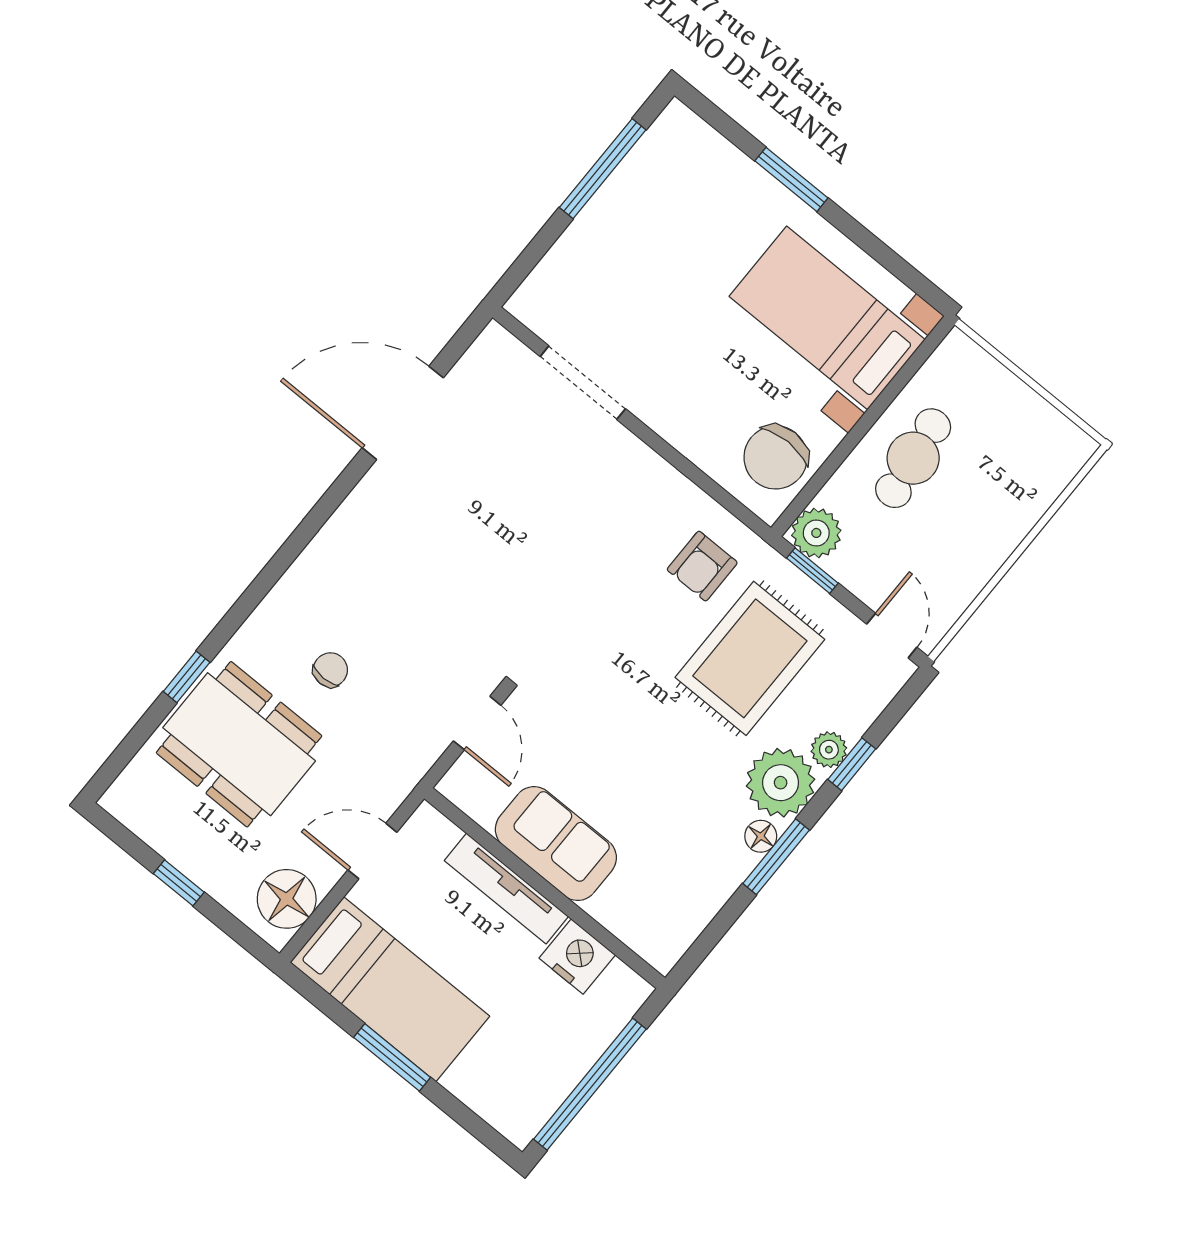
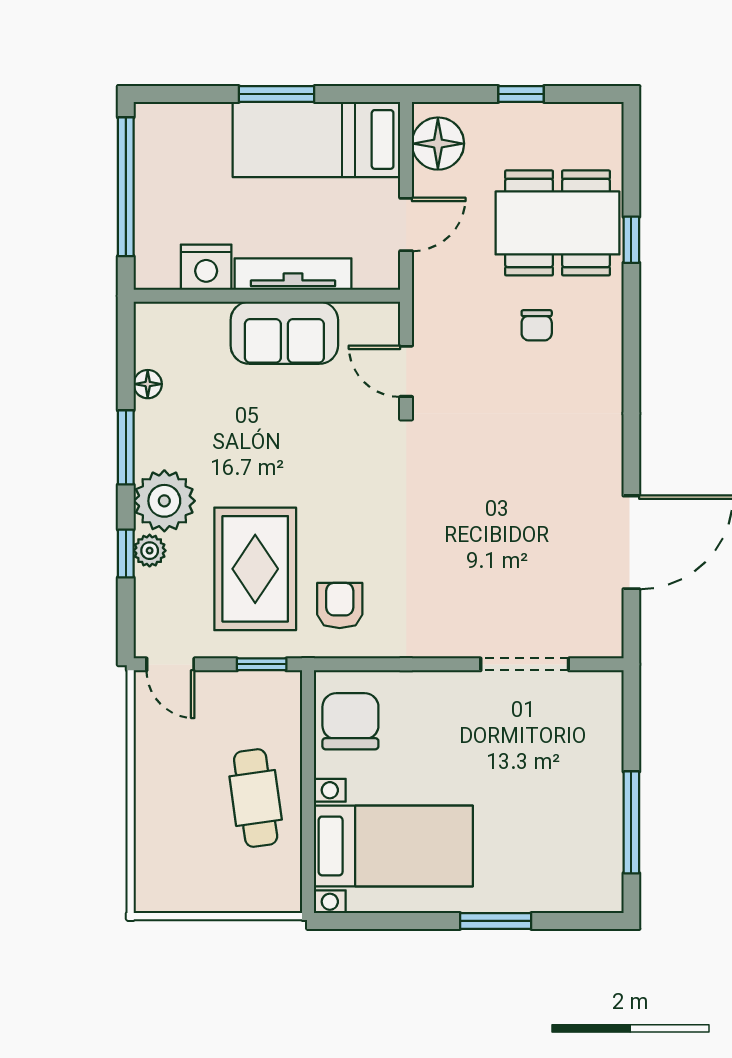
plant: (816, 533) -> (280, 692), removed
floor lamp: (761, 836) -> (148, 384), moved

